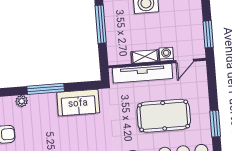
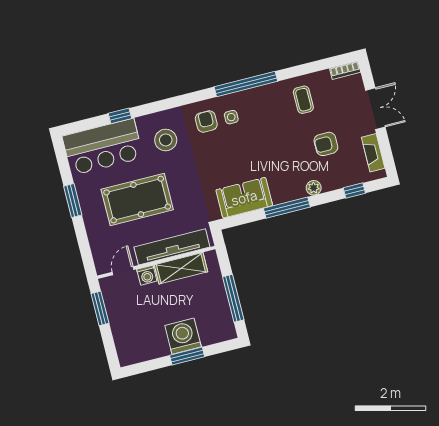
shelving: (145, 57) -> (181, 268), width x1.50, depth x1.33

